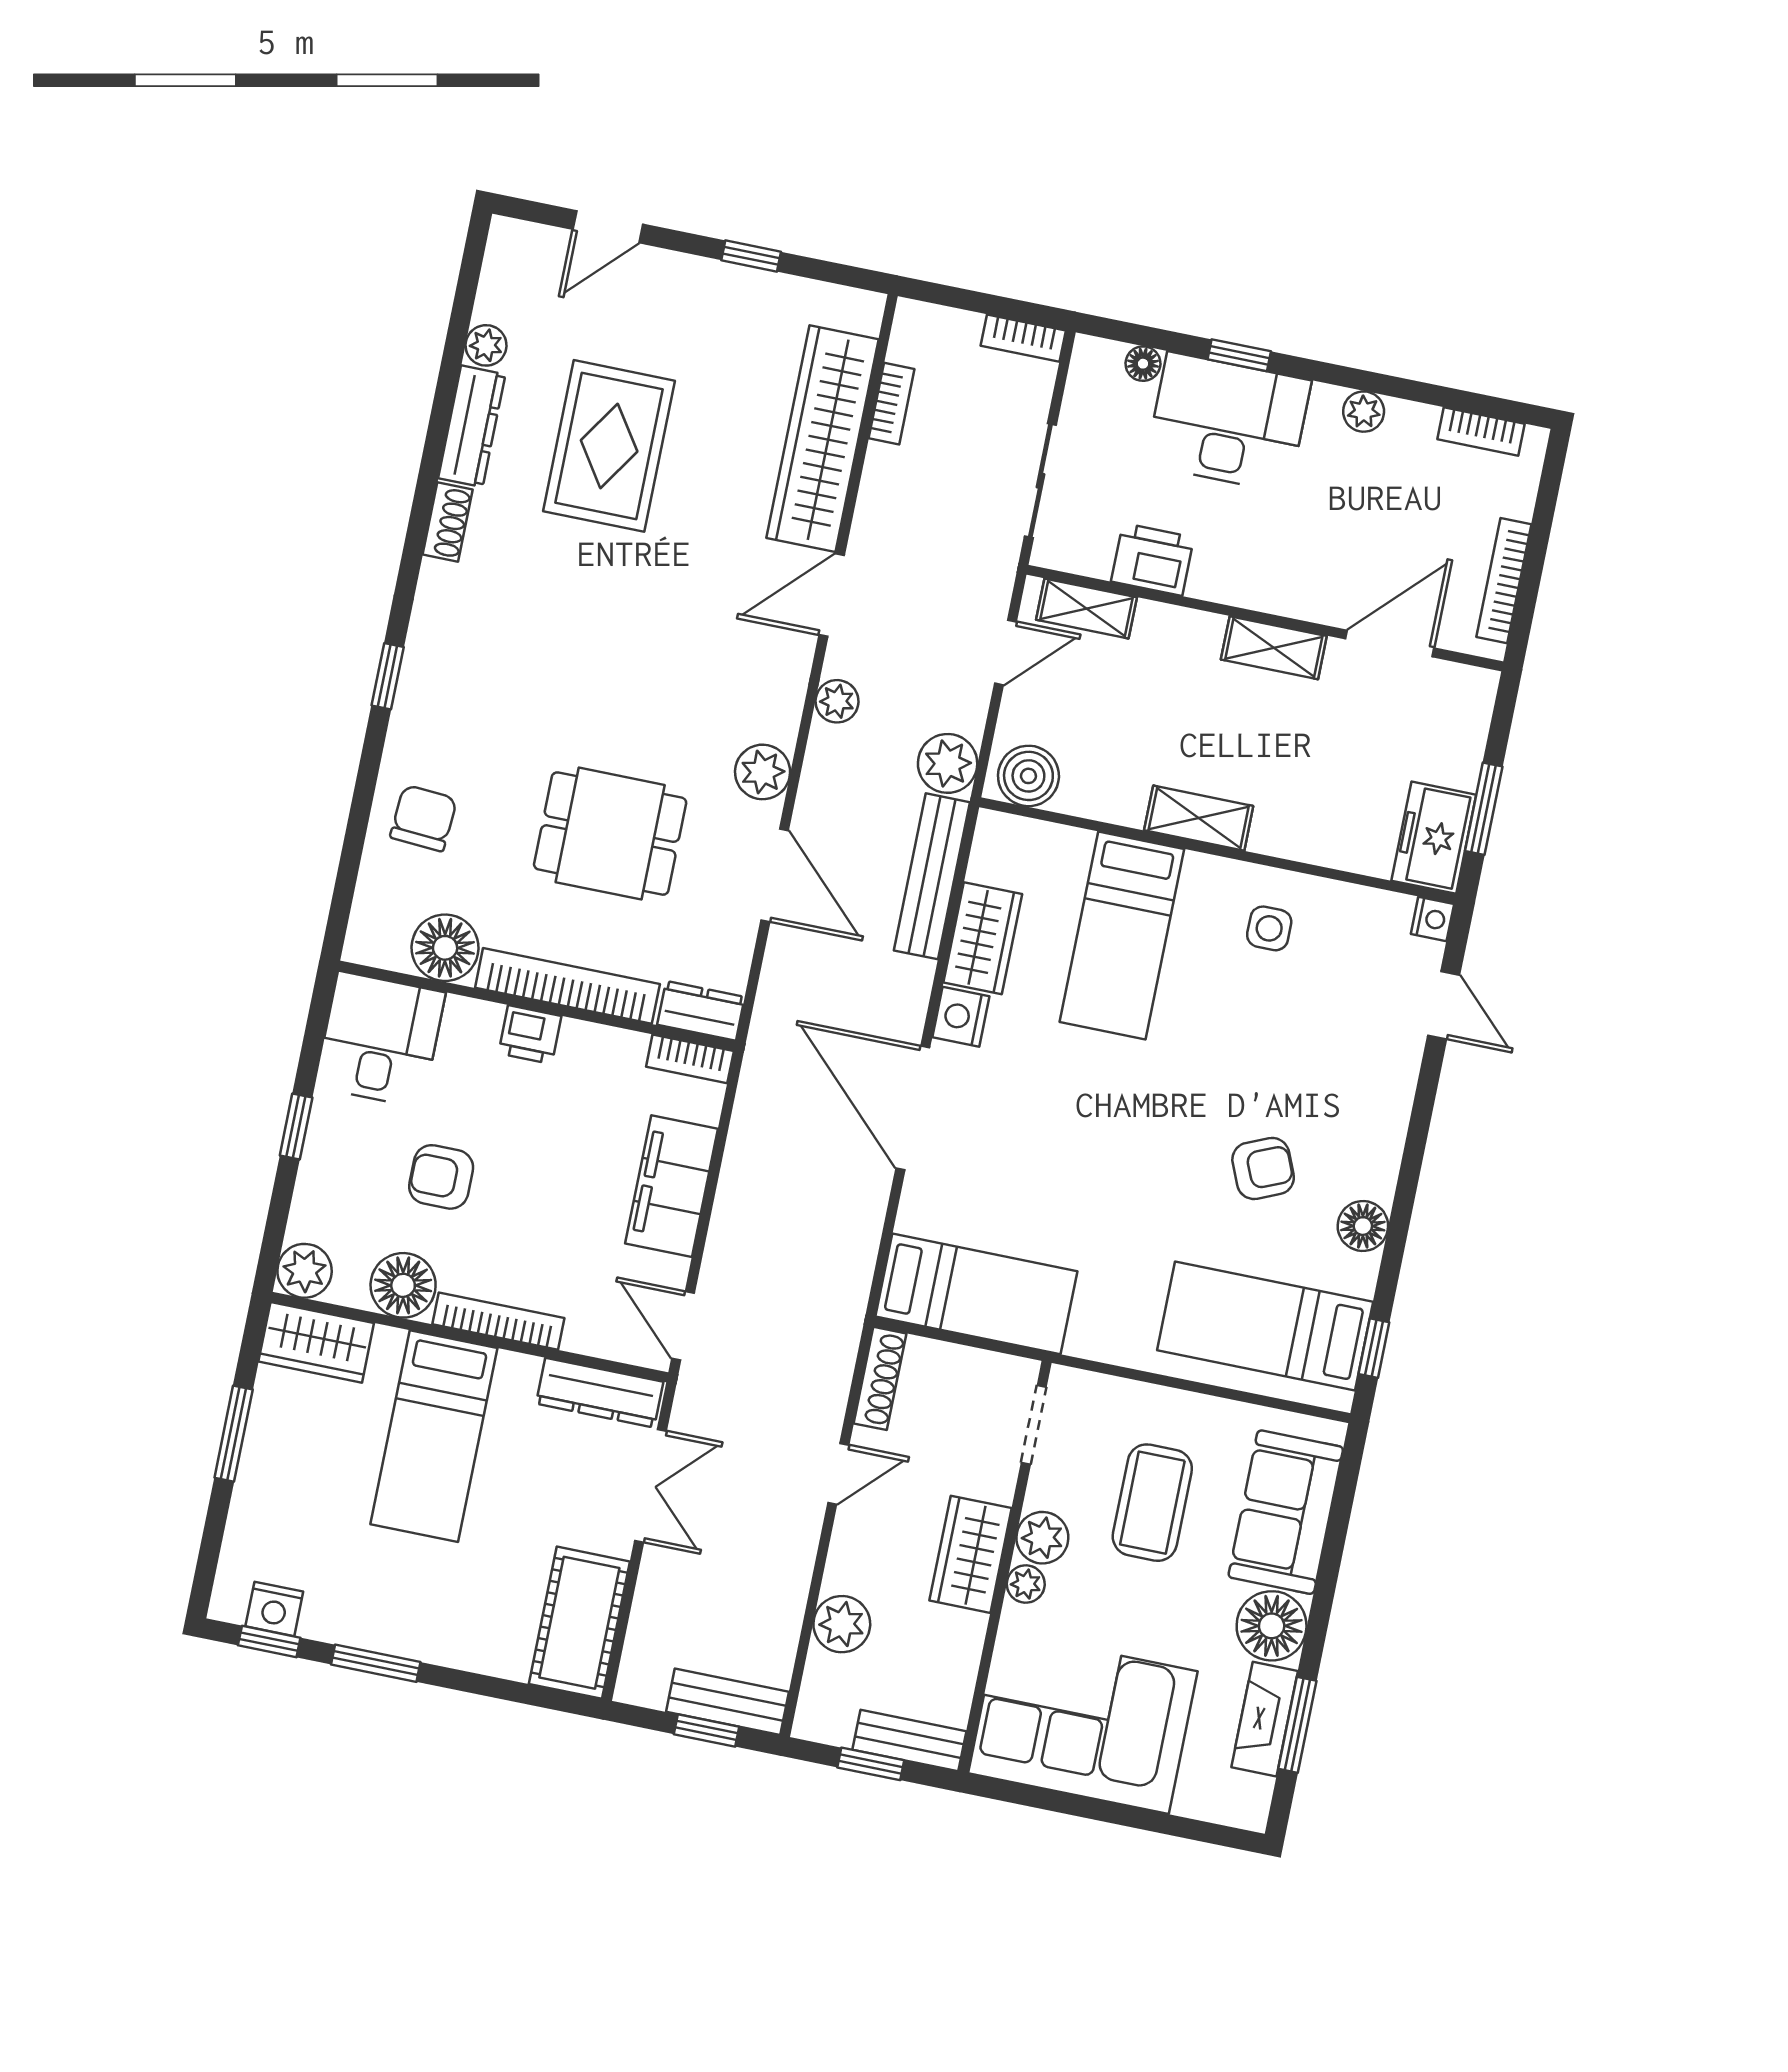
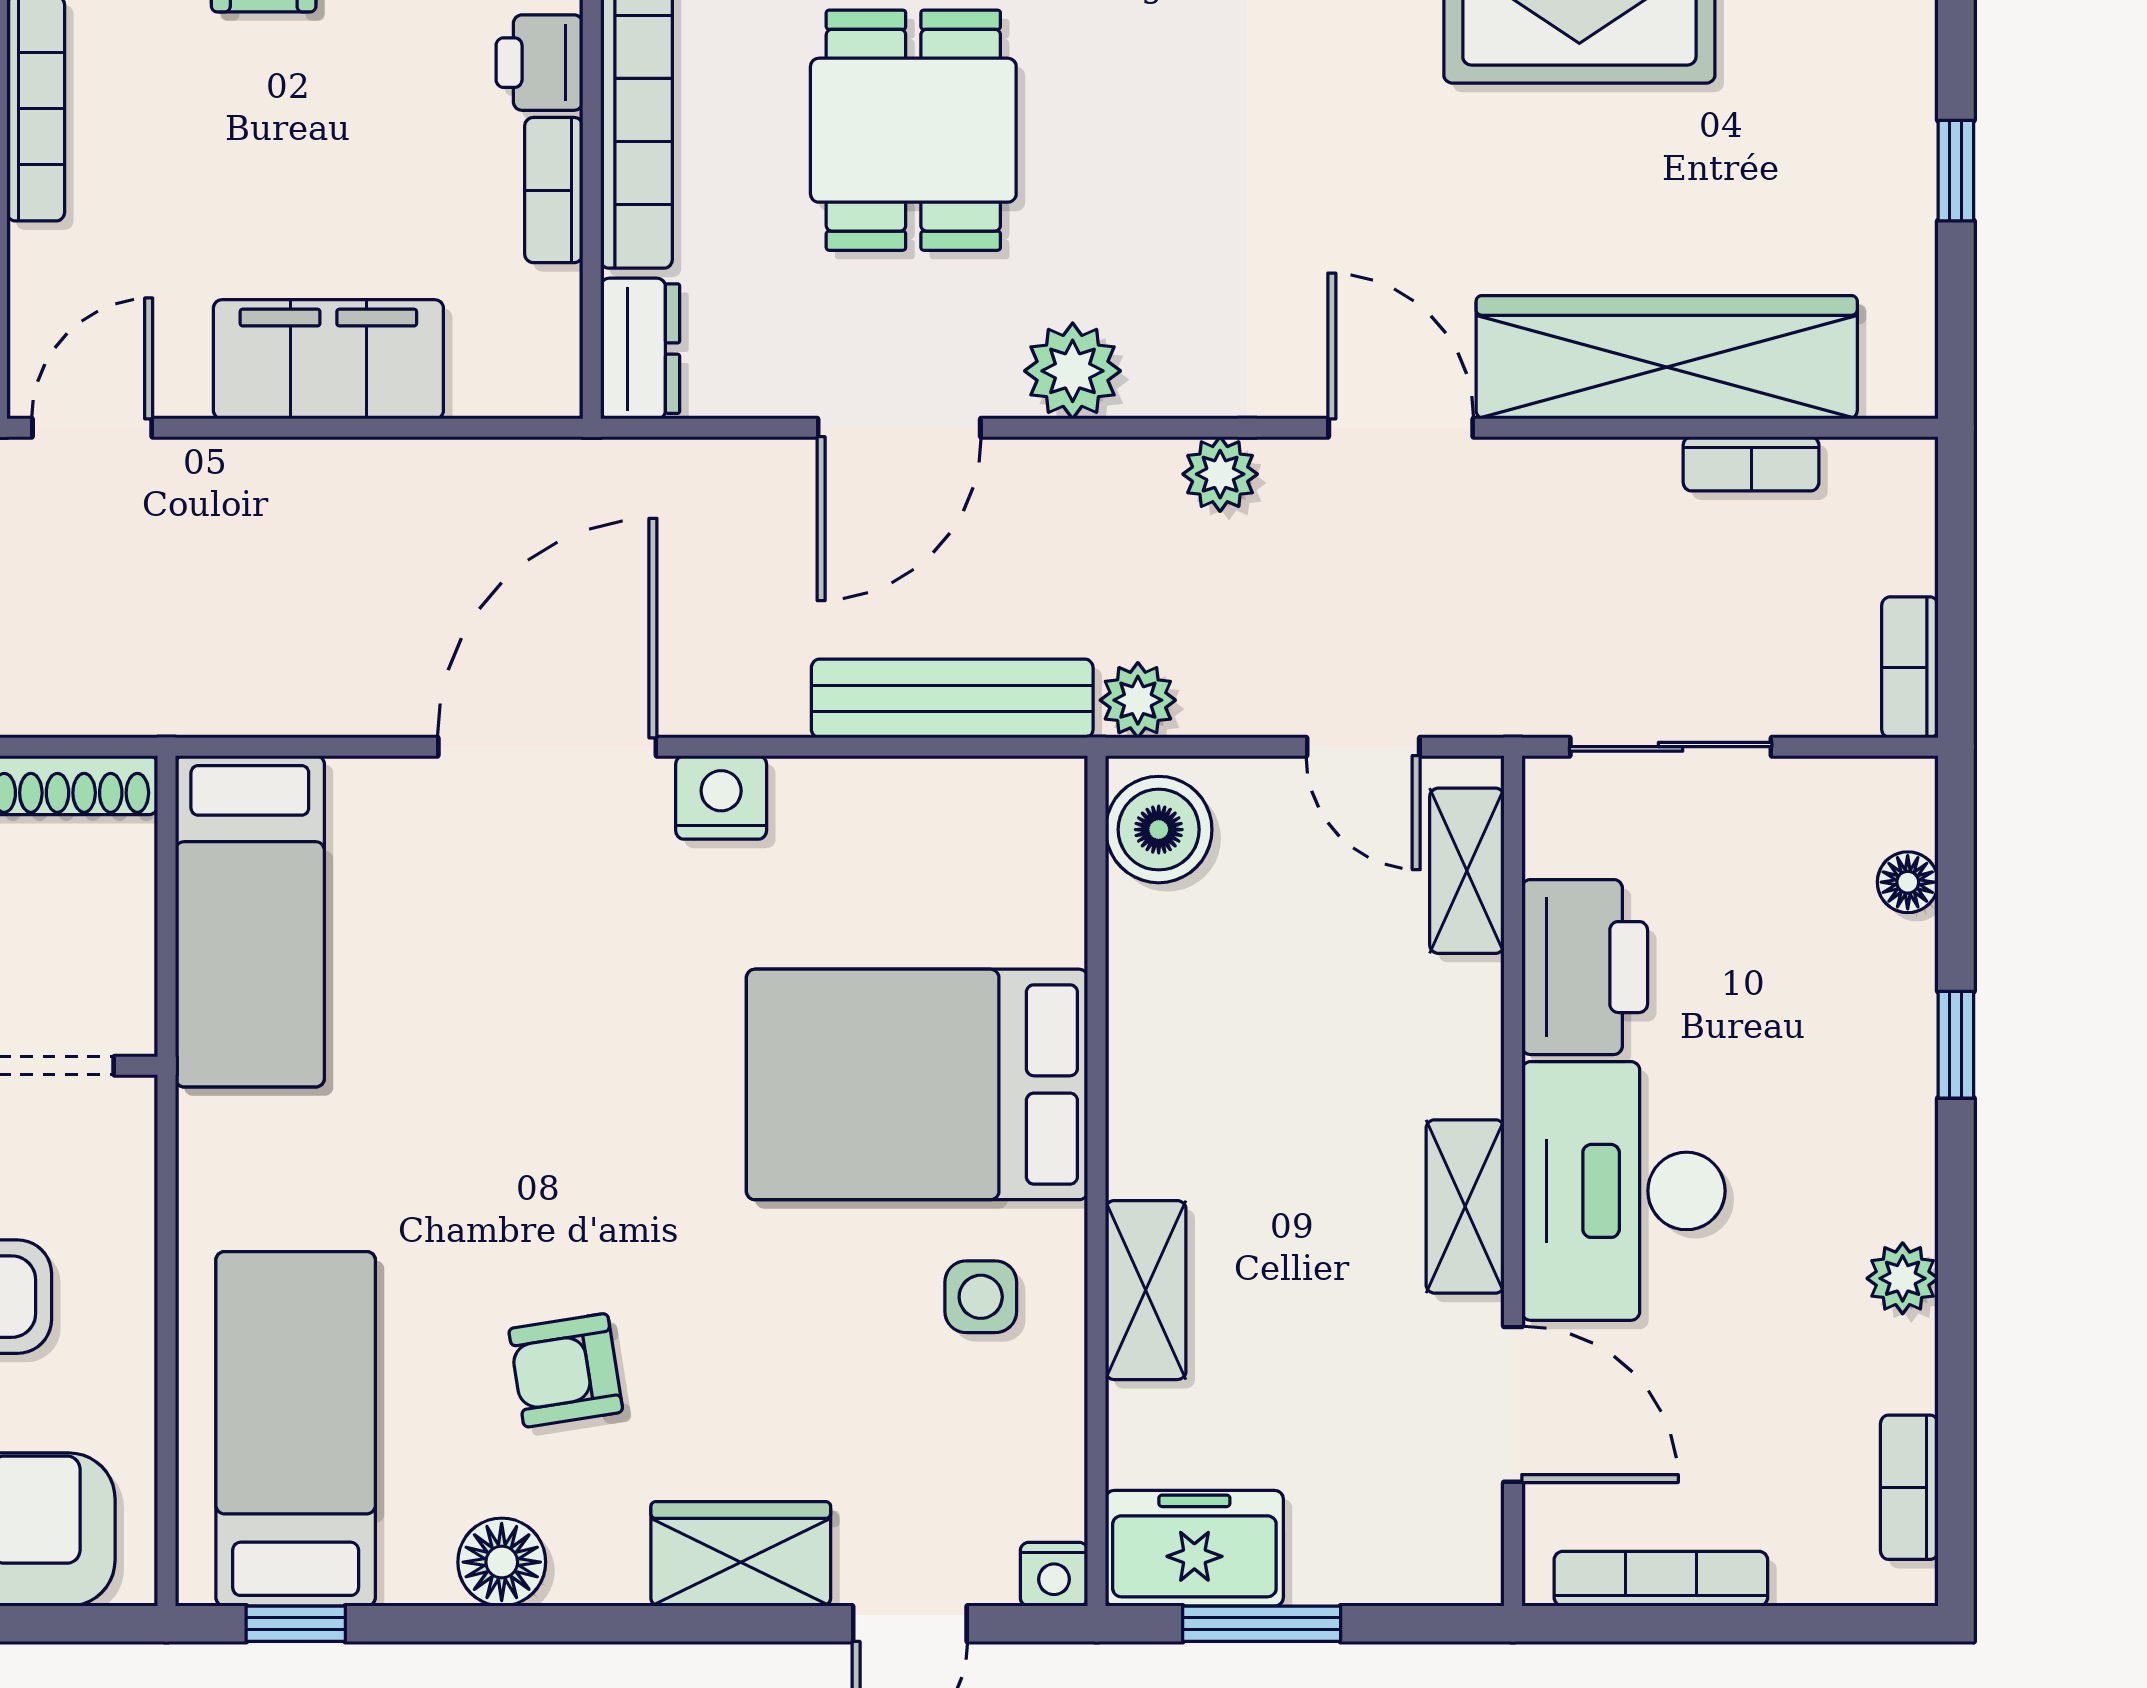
desk: (1228, 422) -> (1623, 1191), moved, turned 180
printer: (1153, 559) -> (1585, 967), width x1.37, depth x1.19
plant: (948, 763) -> (1138, 700), width x0.73, depth x0.73
shelving: (1199, 818) -> (1146, 1290), moved
bed: (1122, 935) -> (917, 1084), width x1.50
wardrobe: (983, 938) -> (741, 1554), moved, turned 180
bookcase: (690, 1059) -> (554, 190), moved
armchair: (1263, 1168) -> (566, 1370), turned 104

